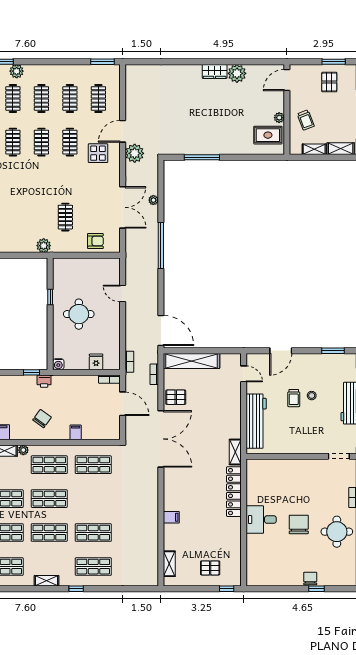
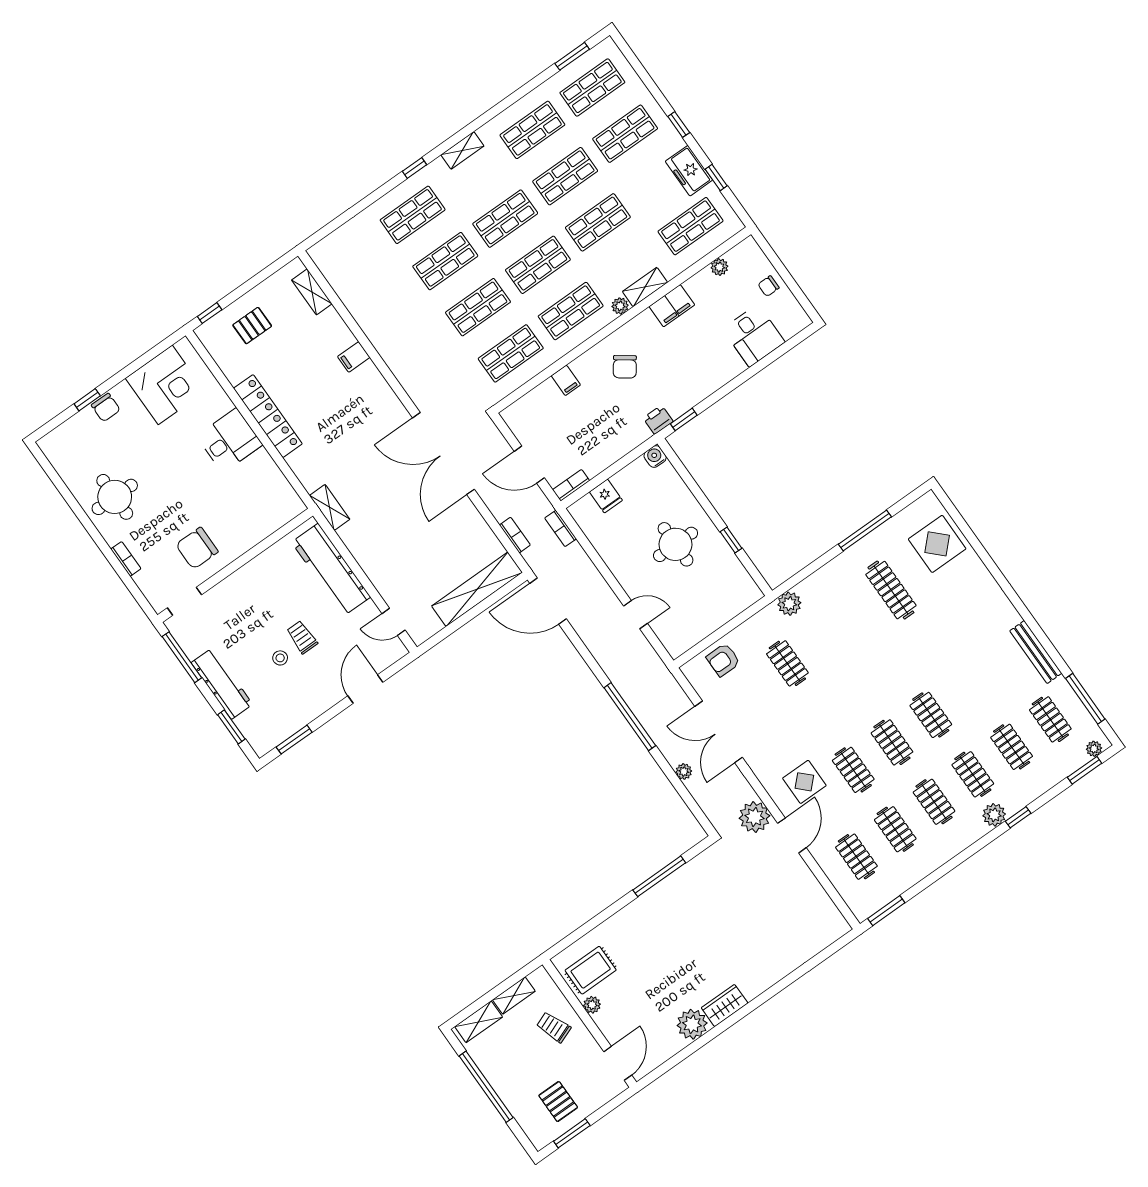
pallet: (176, 397) -> (463, 525), removed
locker: (234, 492) -> (268, 416), moved
shop shelf: (93, 499) -> (478, 307), added
chair: (299, 524) -> (197, 548), moved, turned 90
corner desk: (273, 569) -> (165, 385), added

